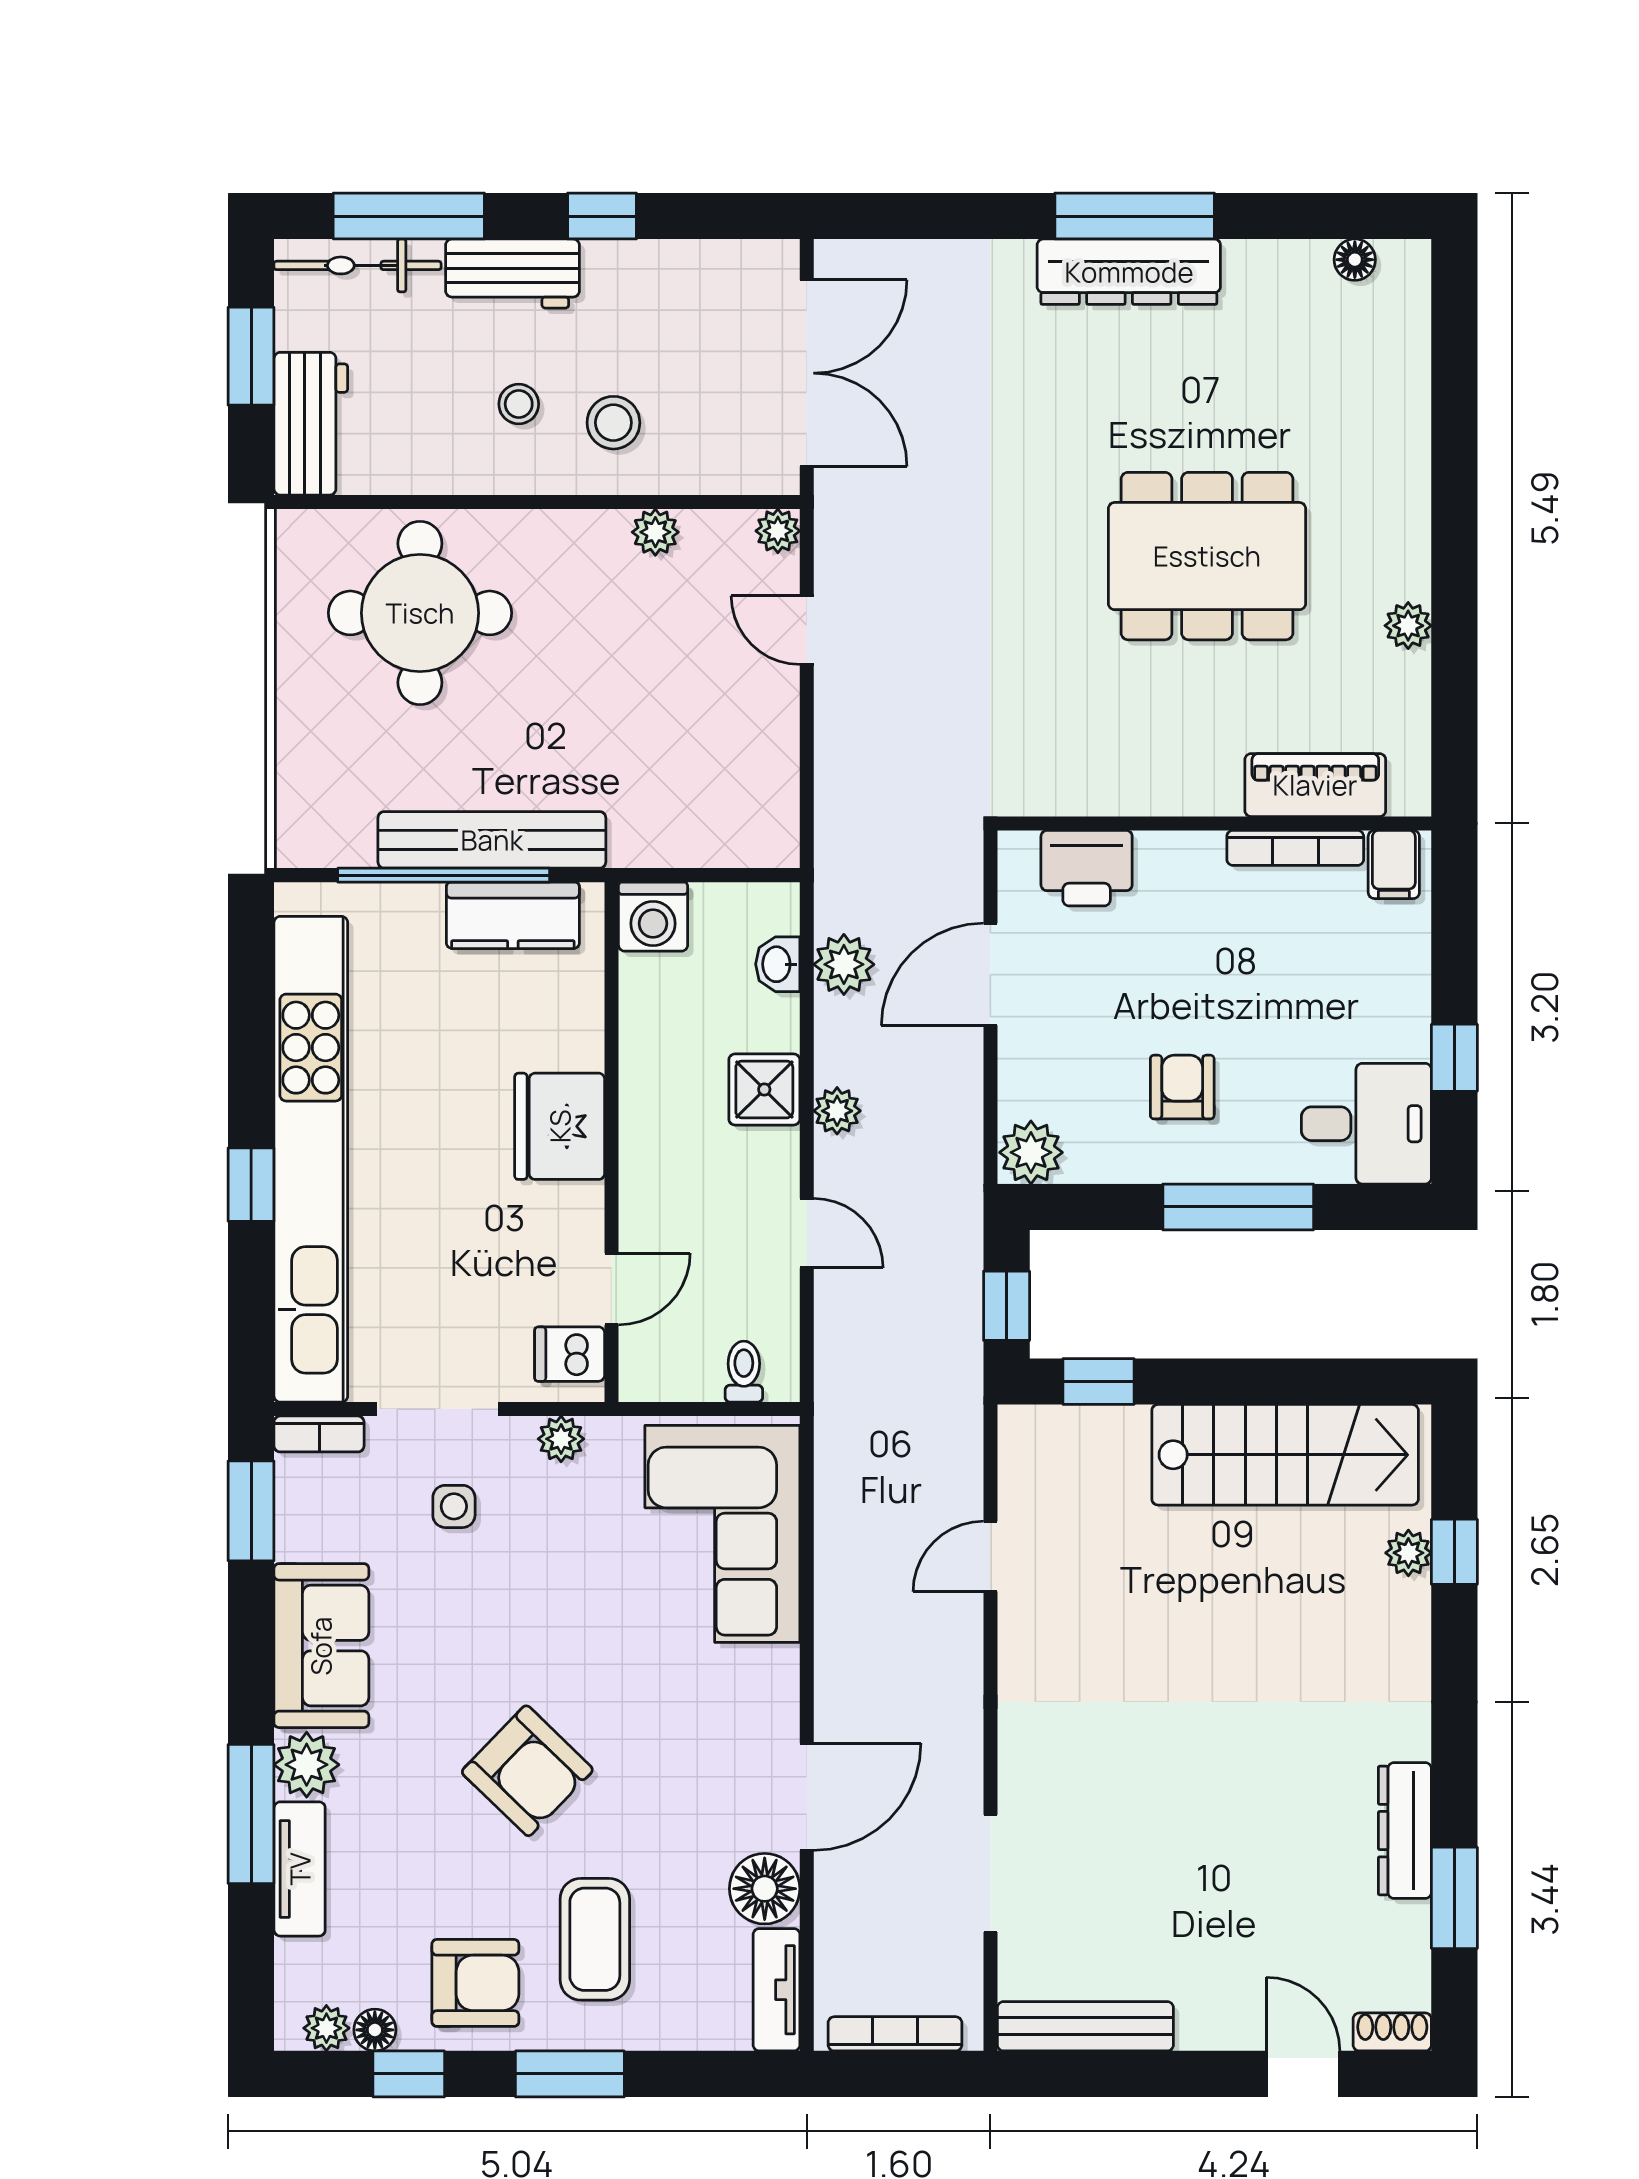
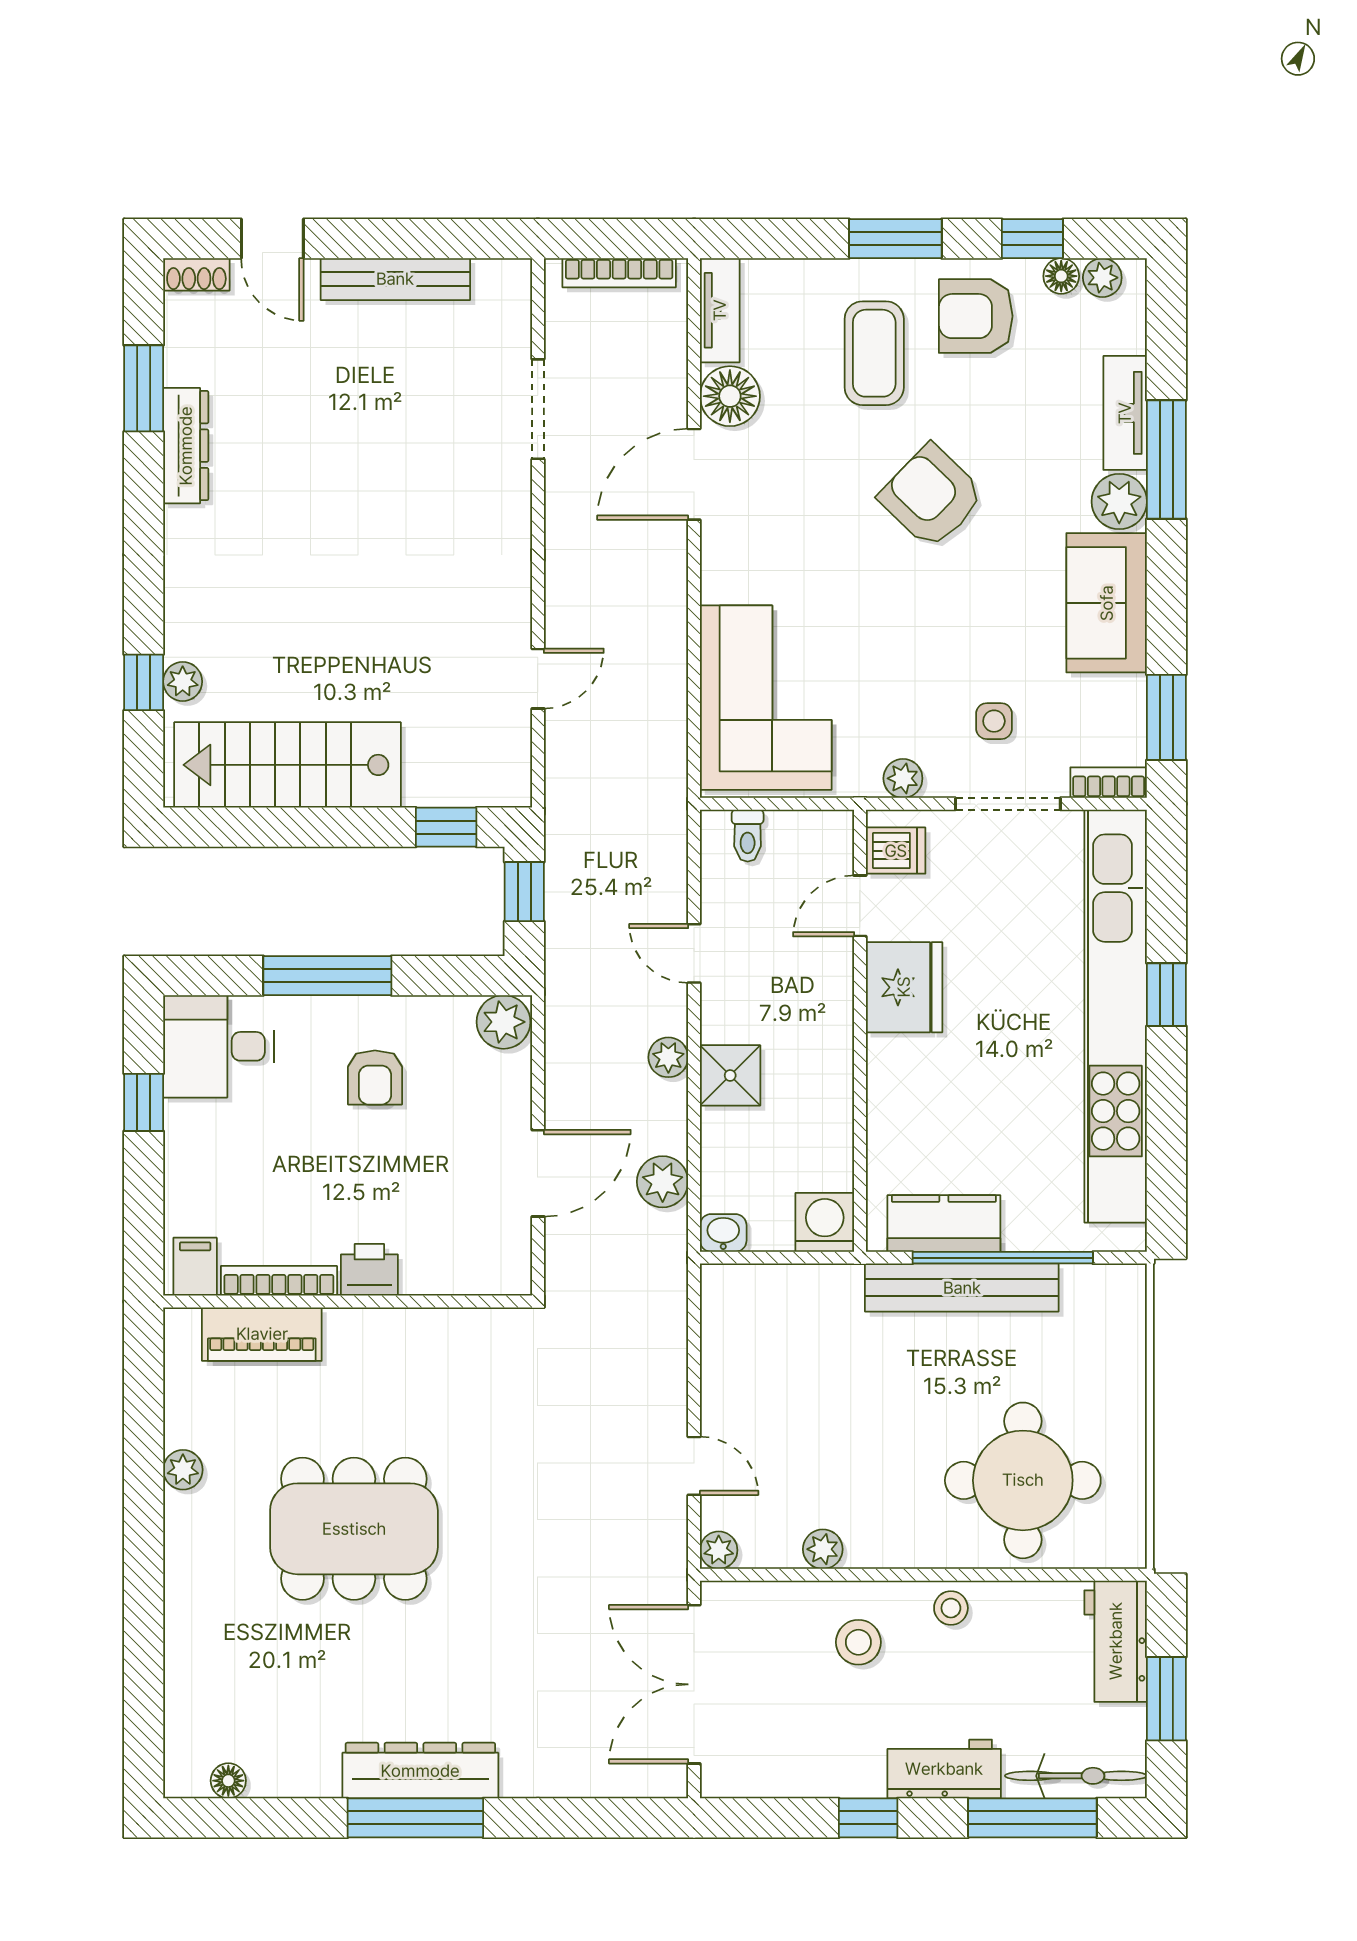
stool: (519, 404) -> (951, 1608), moved
printer: (1087, 868) -> (369, 1270), moved, width x0.73, depth x0.81
washbasin: (778, 964) -> (723, 1233), moved, turned -90
fridge: (560, 1126) -> (904, 987), moved
bench: (1085, 2026) -> (395, 279), moved

